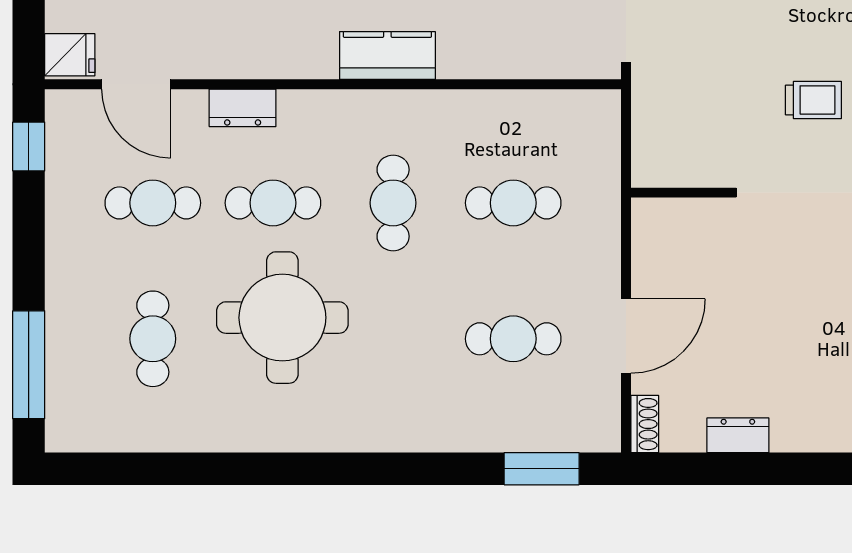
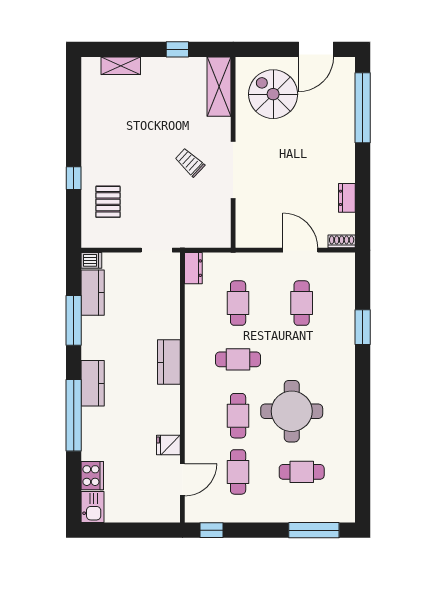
fridge: (70, 55) -> (168, 445), moved, turned -90
trolley: (813, 100) -> (190, 162), turned -47
dresser: (243, 108) -> (193, 268), moved
window: (542, 469) -> (363, 327), moved

